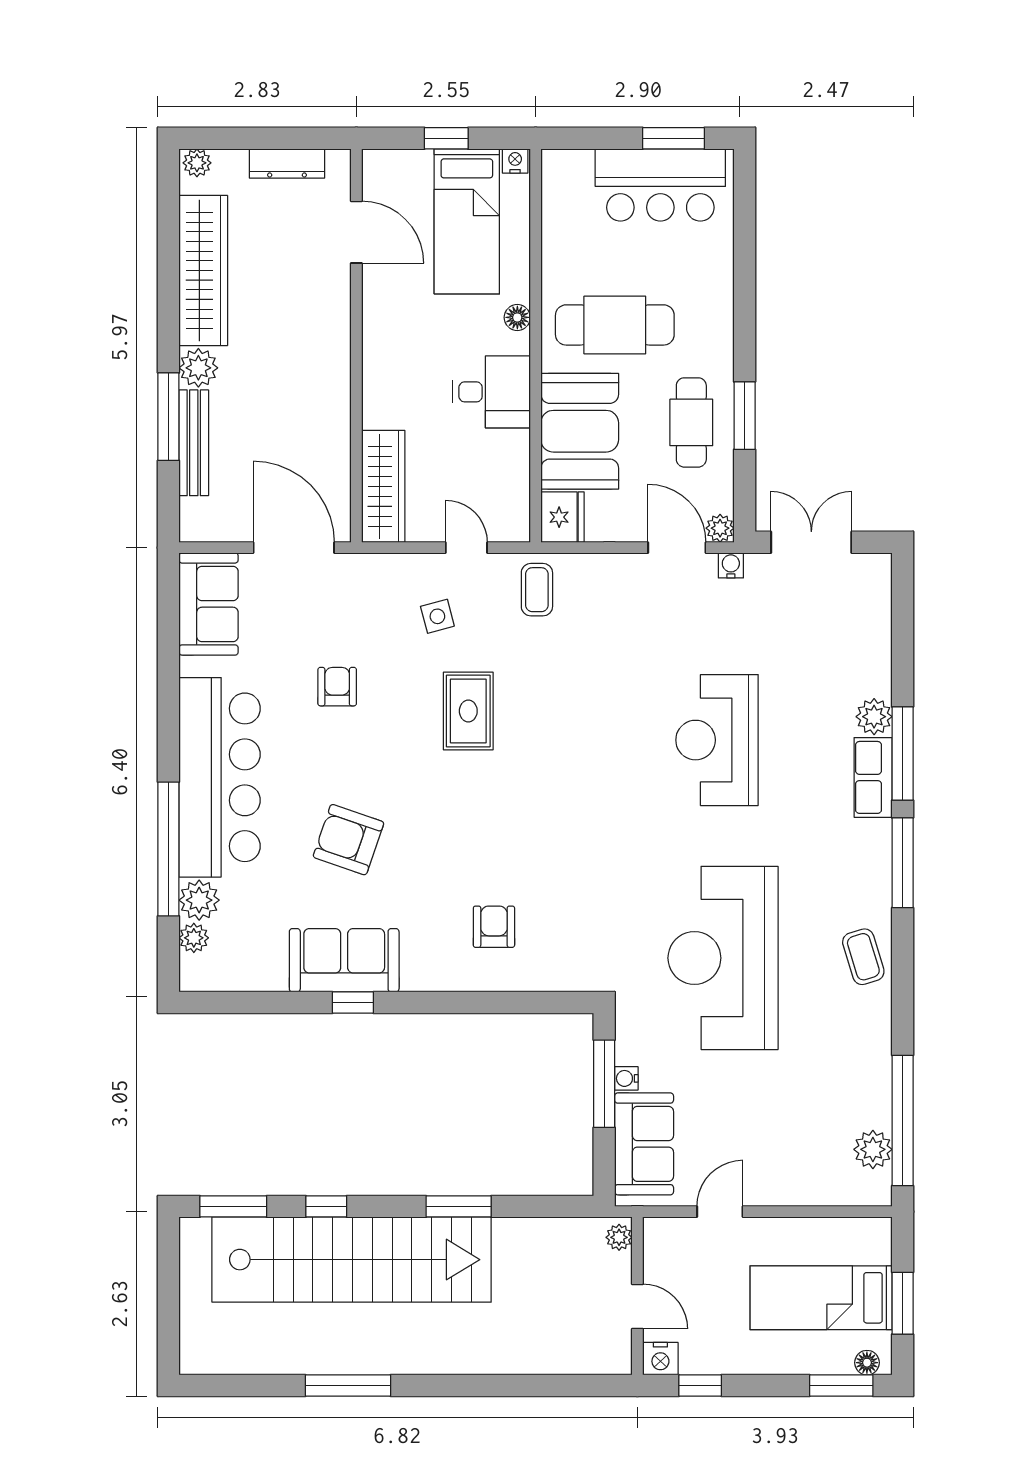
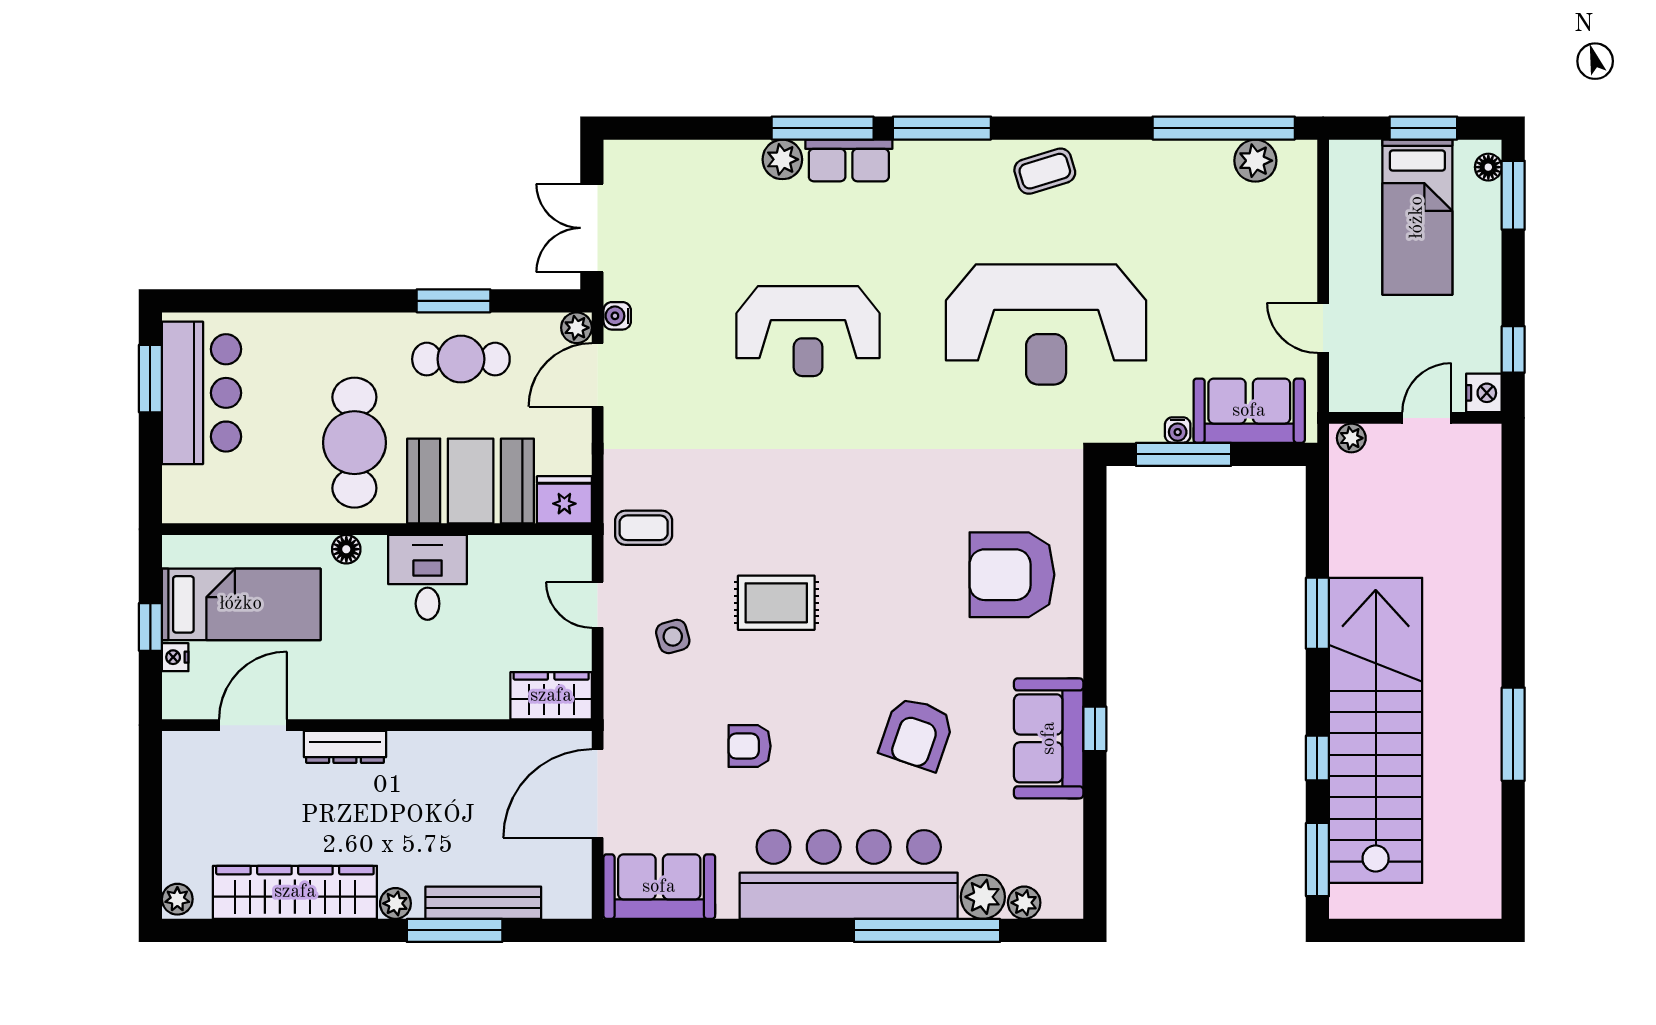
nightstand: (515, 161) -> (175, 657), moved
dresser: (287, 164) -> (345, 747), moved, turned 90
plant: (198, 368) -> (395, 903), width x0.73, depth x0.73
wardrobe: (383, 486) -> (551, 696), width x0.67
door: (466, 548) -> (598, 605), hinge flipped
armchair: (494, 927) -> (1012, 575), width x1.88, depth x1.88

